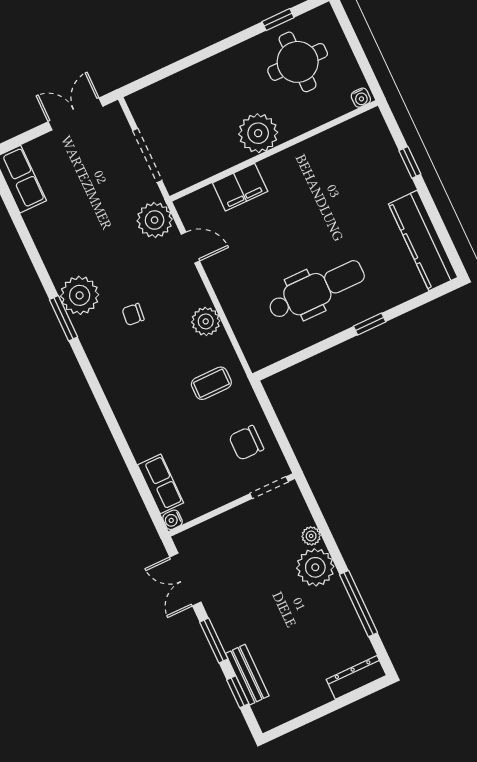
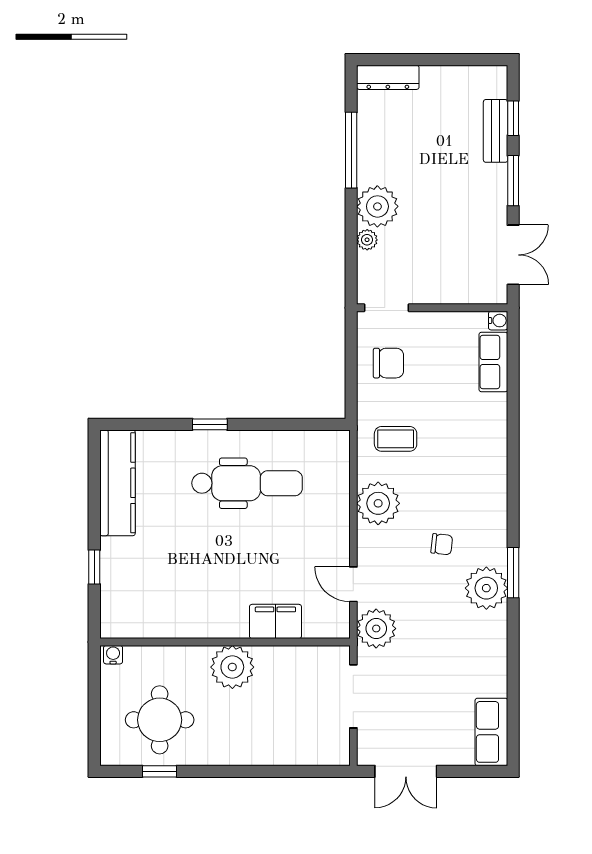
dental chair: (316, 290) -> (247, 483), turned 180
plant: (206, 321) -> (378, 503), width x1.36, depth x1.36

